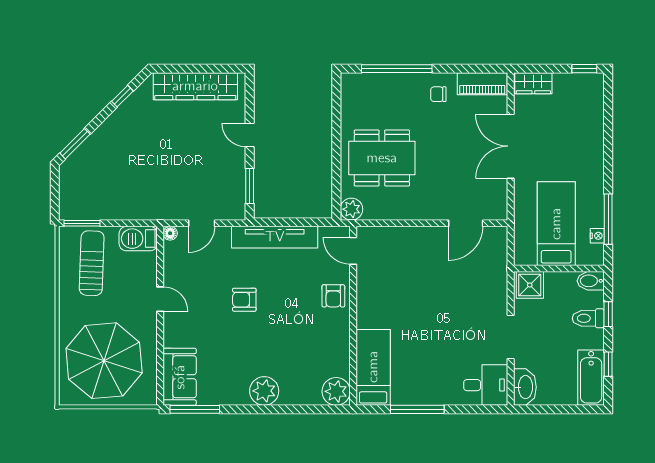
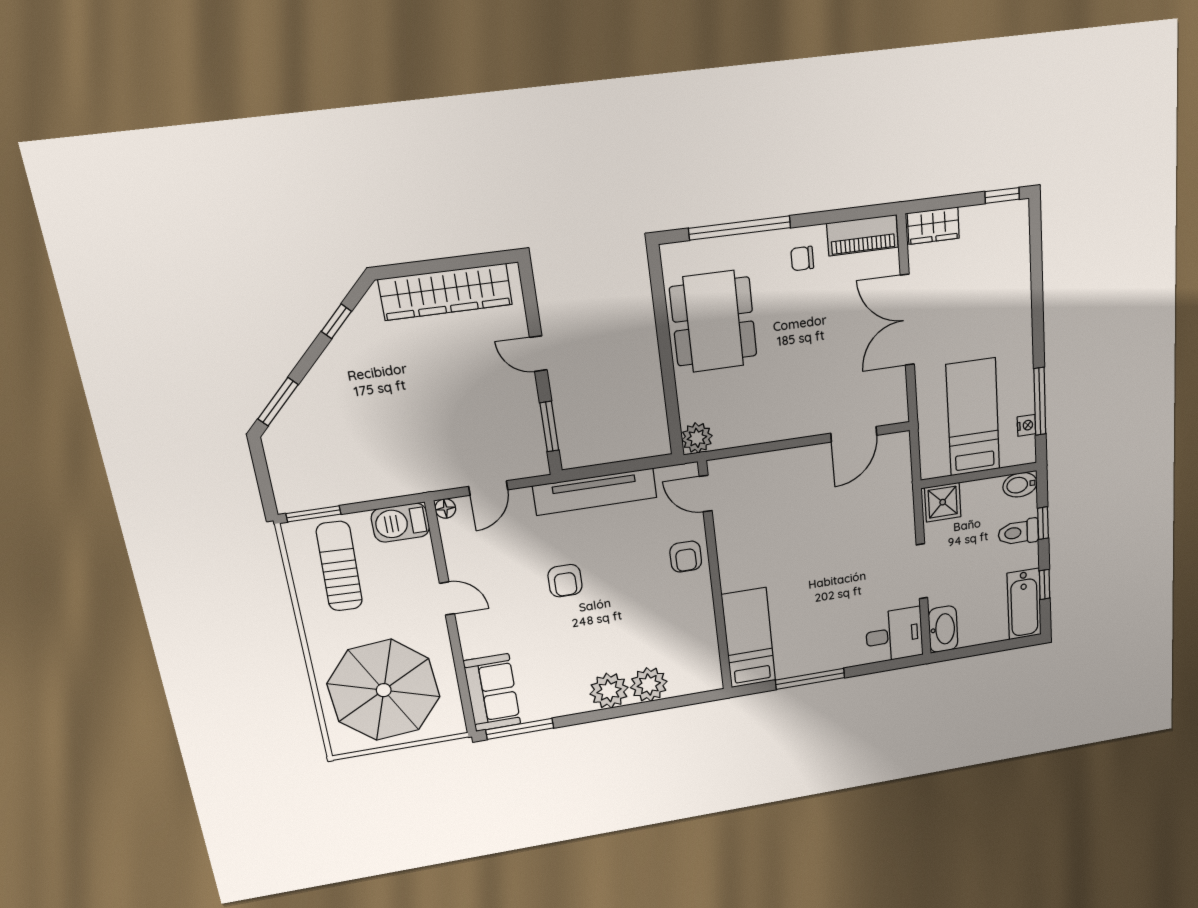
dining table: (382, 158) -> (713, 322), moved, turned 90
armchair: (244, 300) -> (565, 581), turned -90
plant: (336, 391) -> (649, 685), moved

